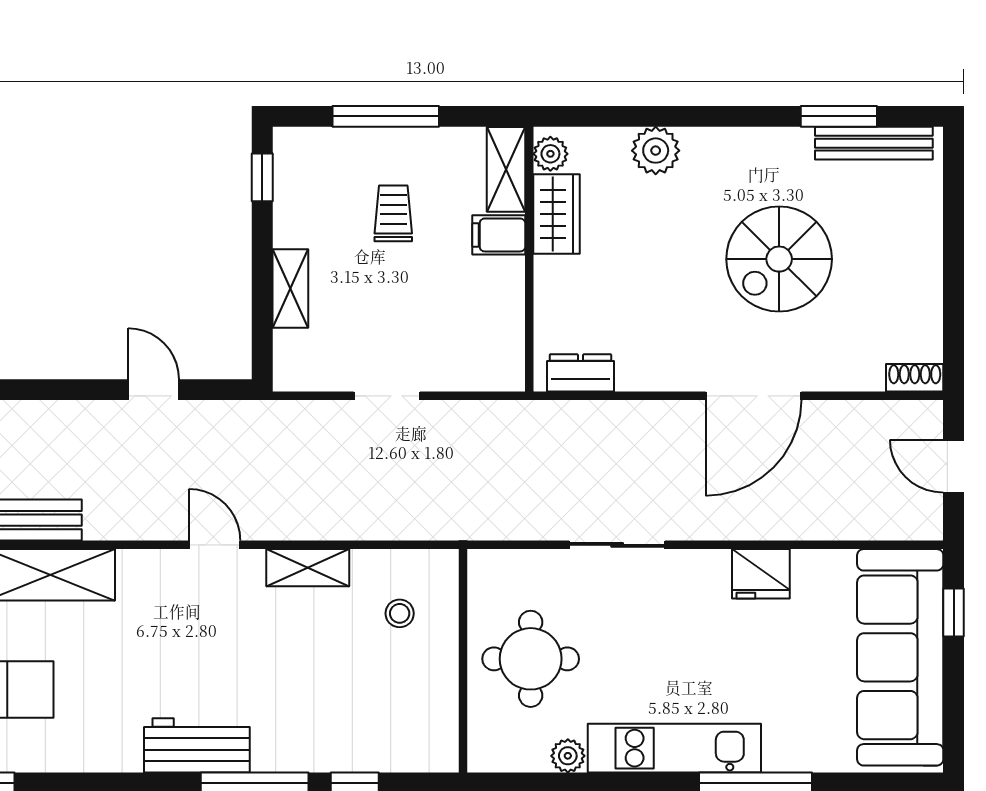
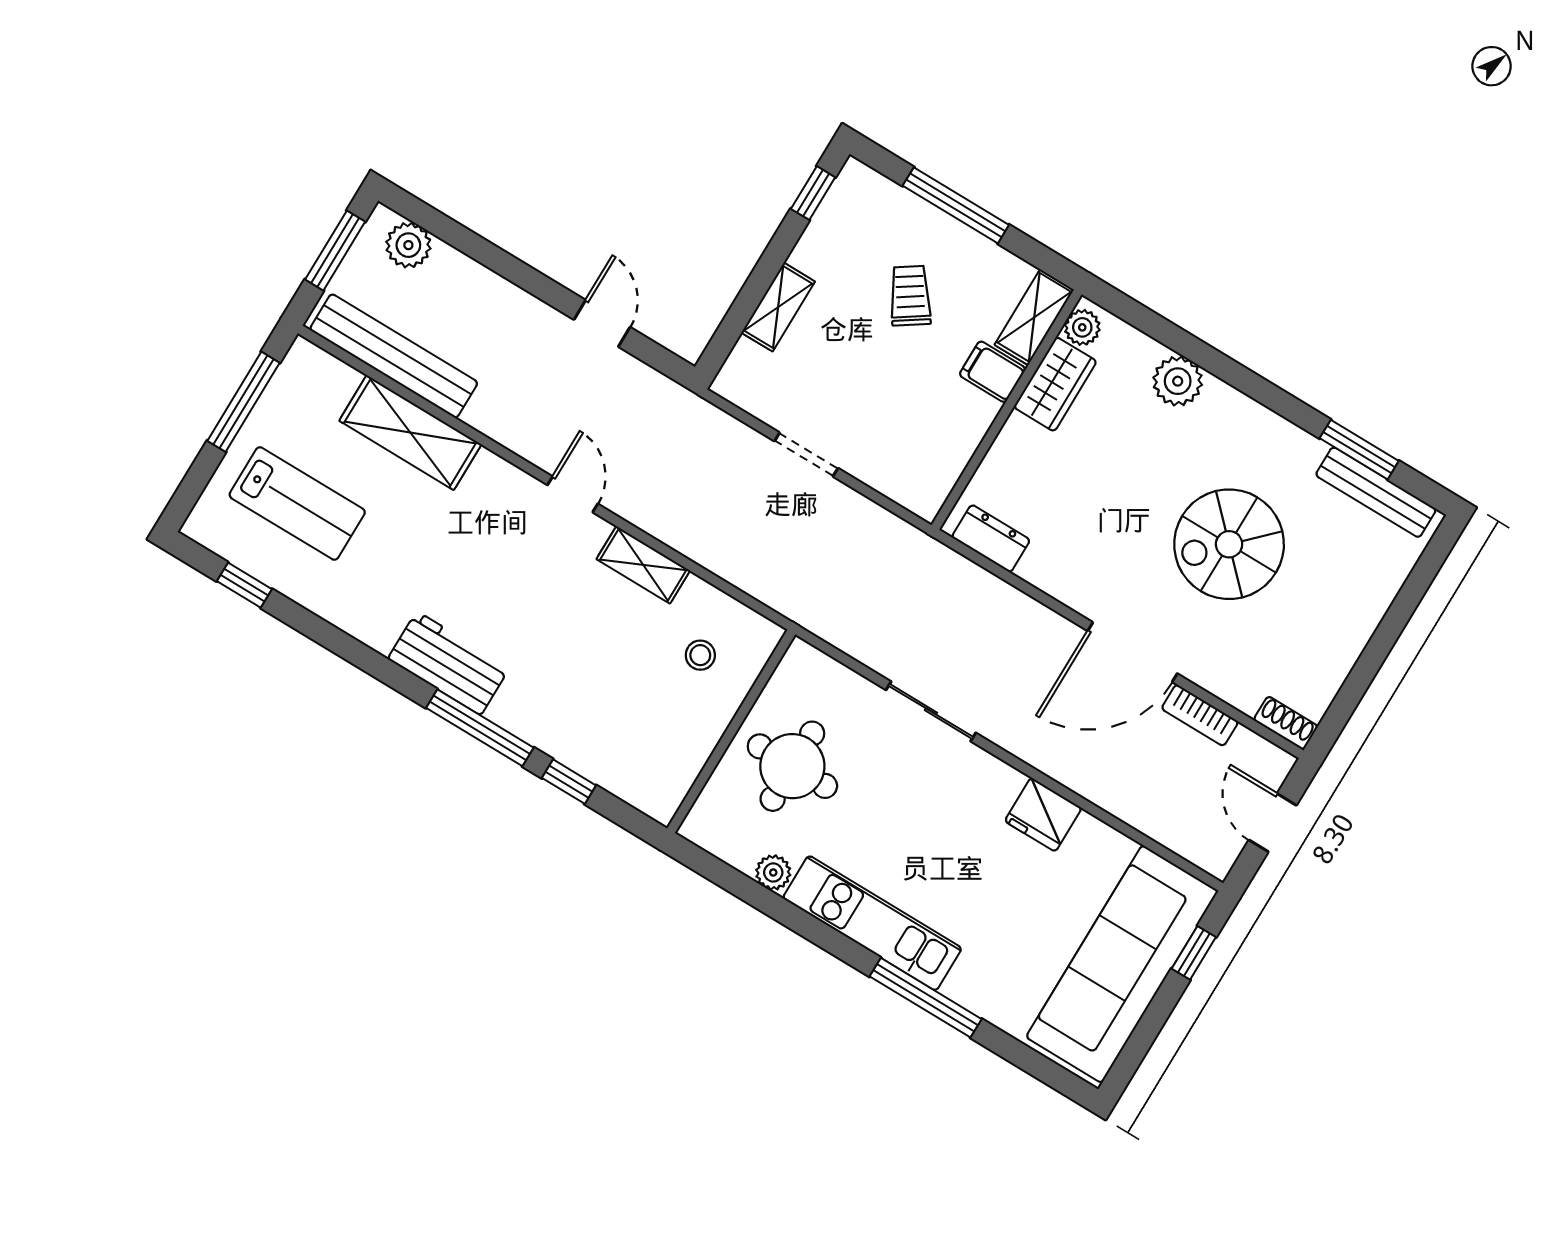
trolley: (393, 213) -> (910, 296), turned -34
bookcase: (840, 414) -> (1200, 715), added

